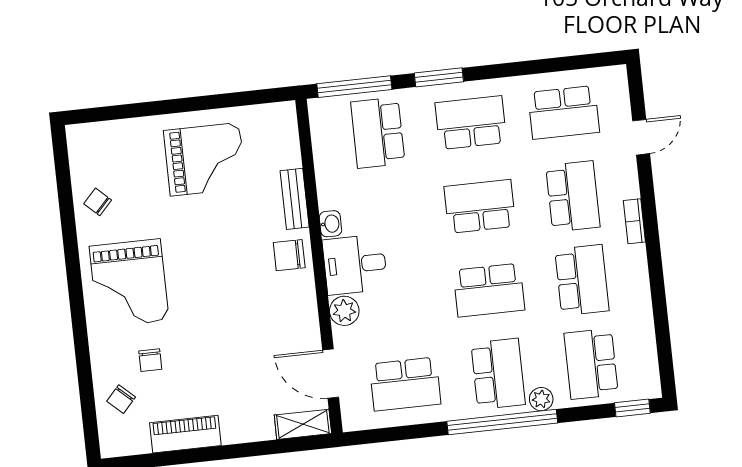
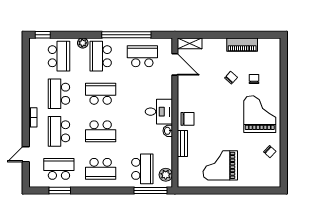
window: (439, 77) -> (60, 190), moved
plant: (344, 311) -> (166, 175), moved
chair: (121, 399) -> (231, 78), moved
window: (502, 422) -> (126, 35), moved

